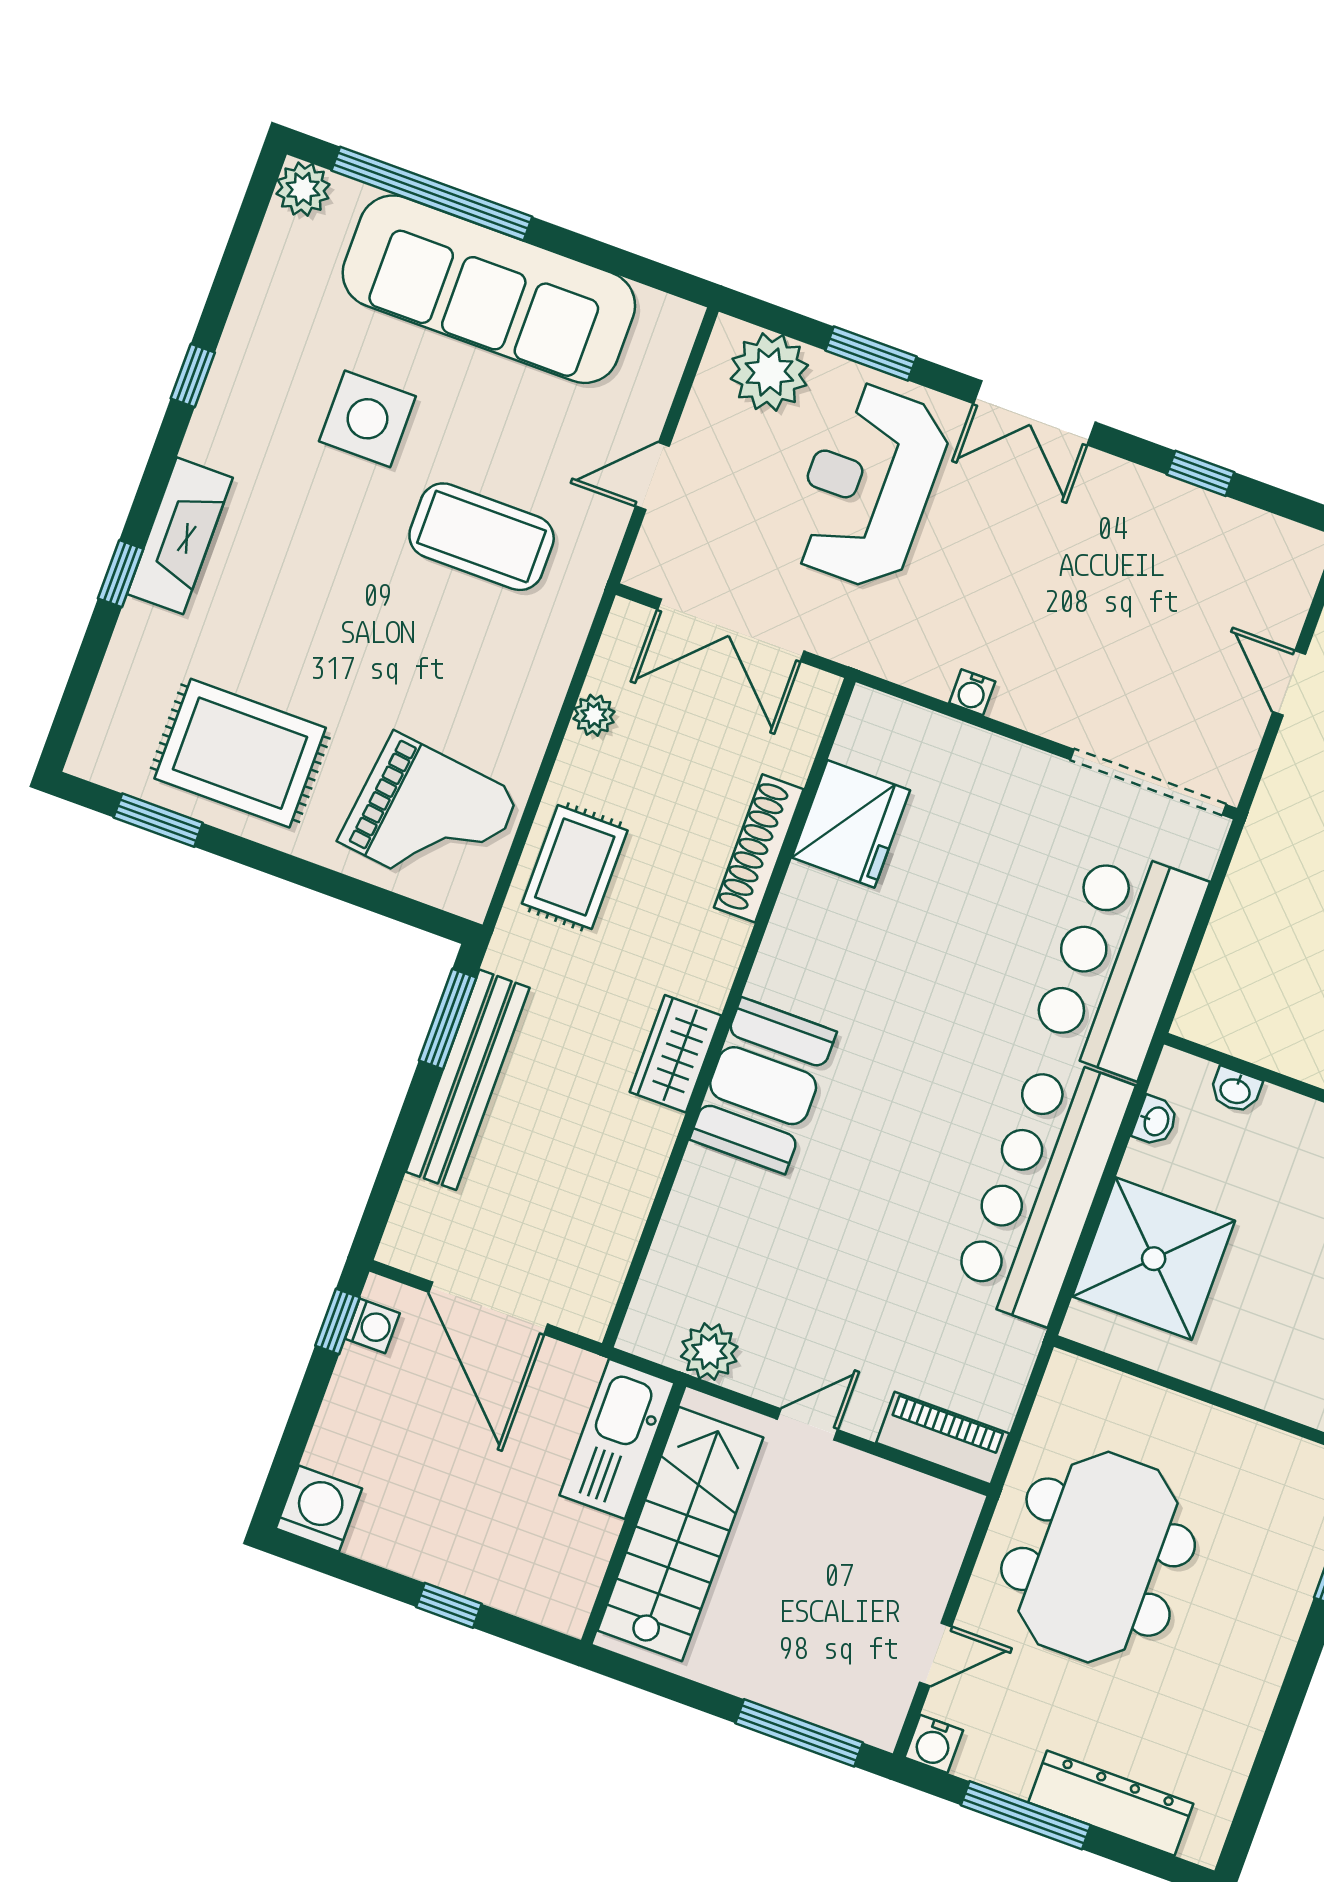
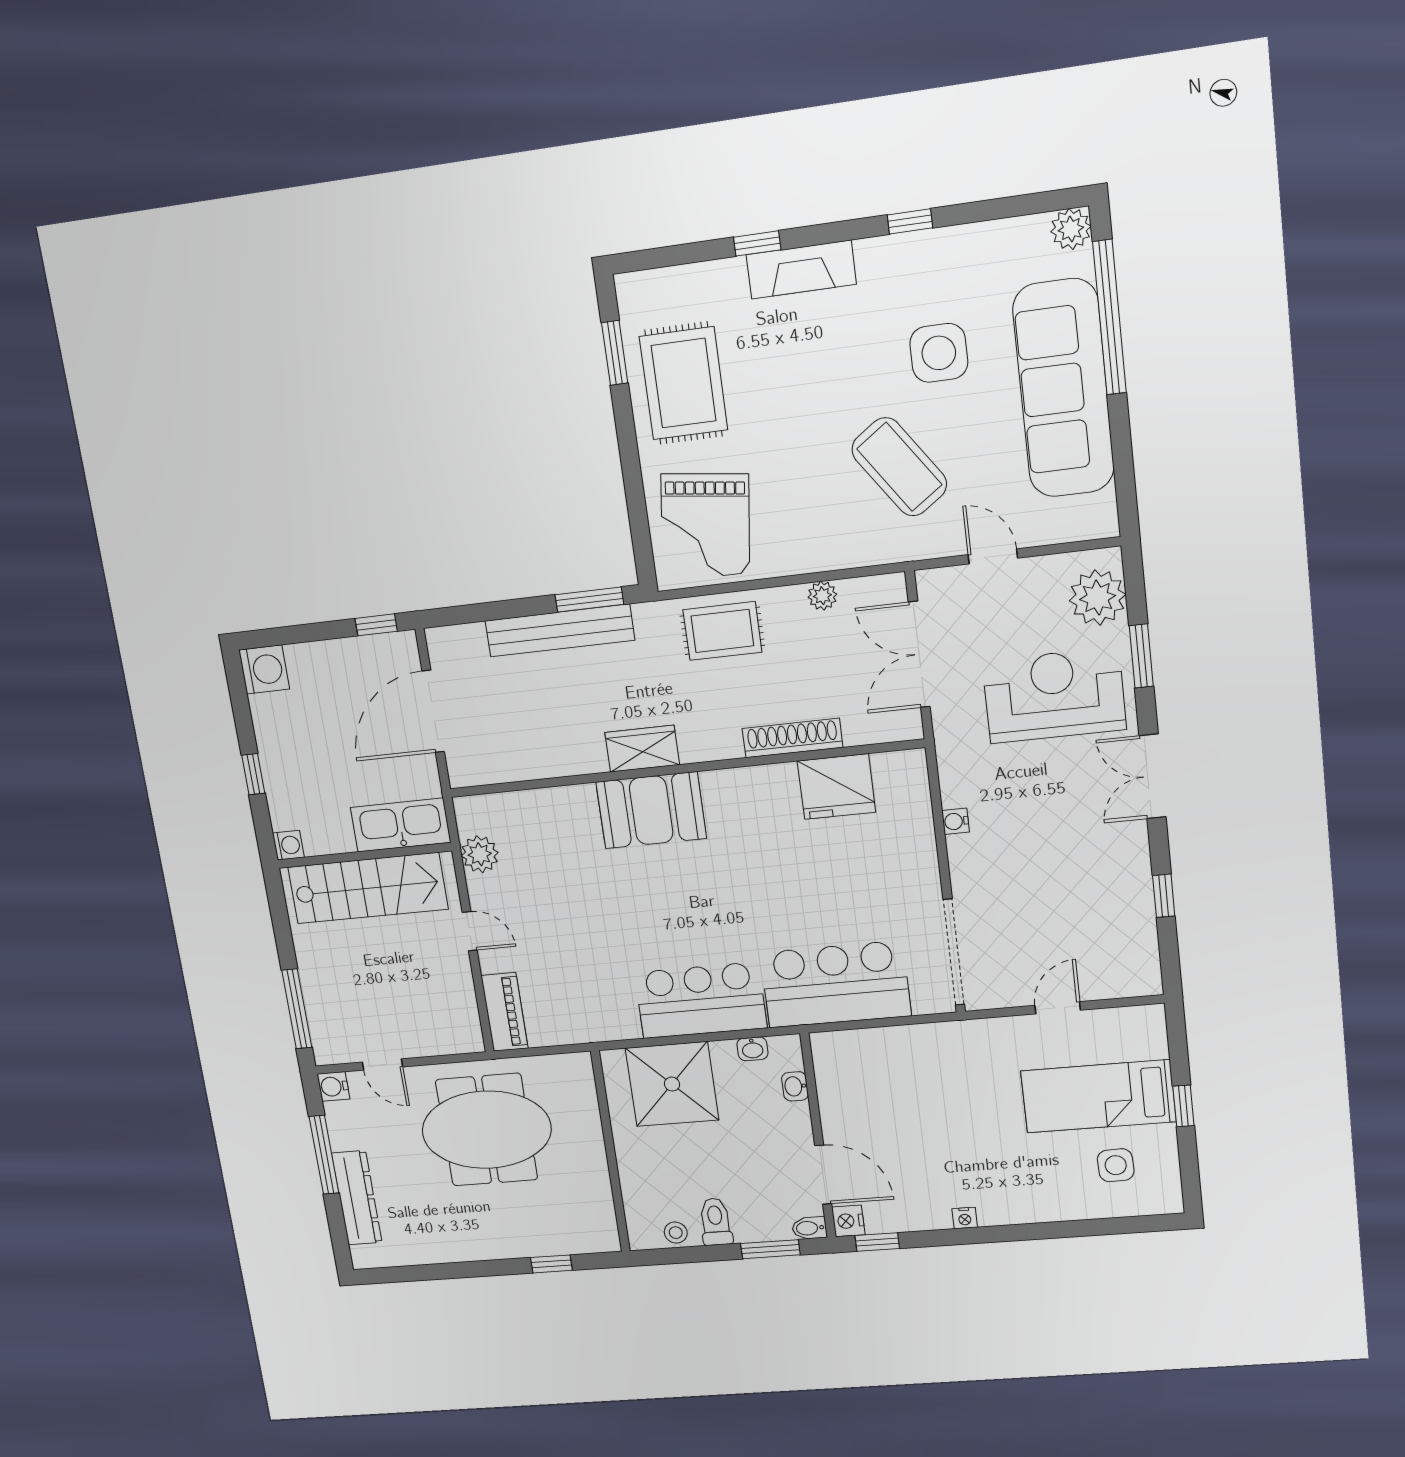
coffee table: (482, 537) -> (899, 467), turned -35
bar counter: (1042, 1189) -> (701, 1000), width x0.73
washing machine: (372, 1326) -> (288, 845), moved, turned -90

